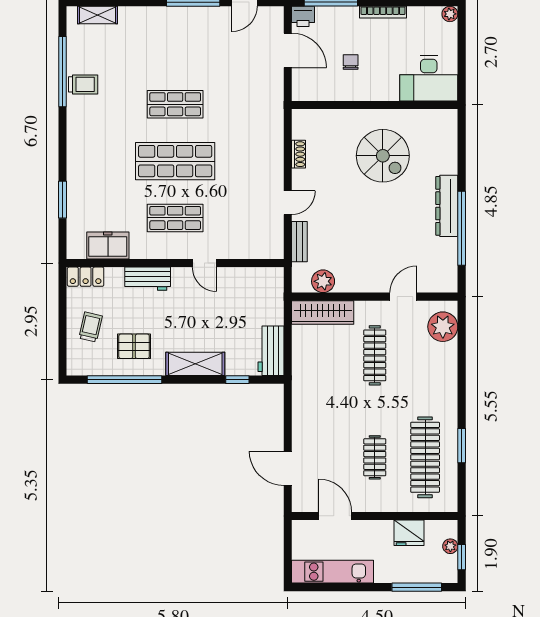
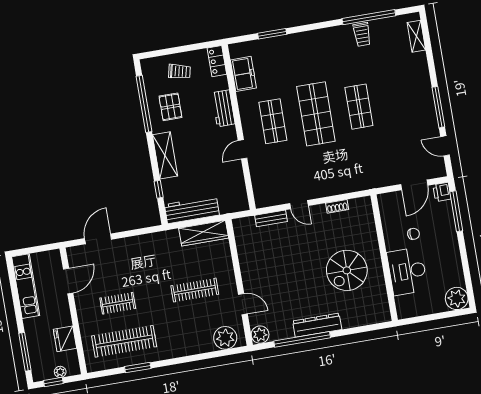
bookcase: (383, 12) -> (455, 252), removed
plant: (450, 14) -> (457, 298), width x1.88, depth x1.88
desk: (429, 78) -> (407, 271), moved
plant: (323, 281) -> (260, 335), moved
wardrobe: (323, 313) -> (204, 233), moved, turned -90
workbench: (271, 351) -> (192, 210), width x1.38

